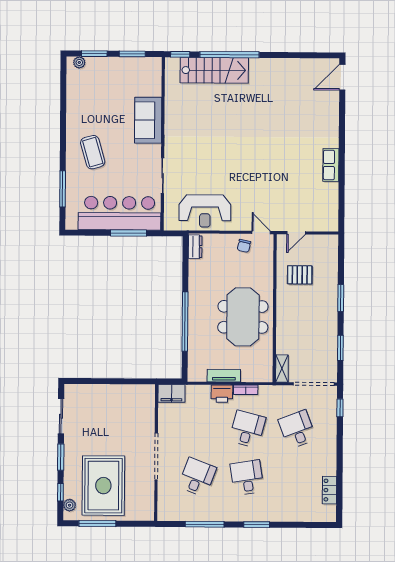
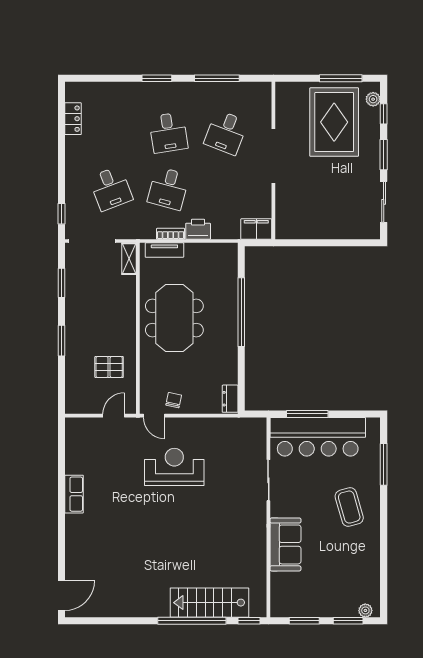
reception desk: (205, 211) -> (174, 467), moved
tv unit: (224, 376) -> (164, 250), moved

